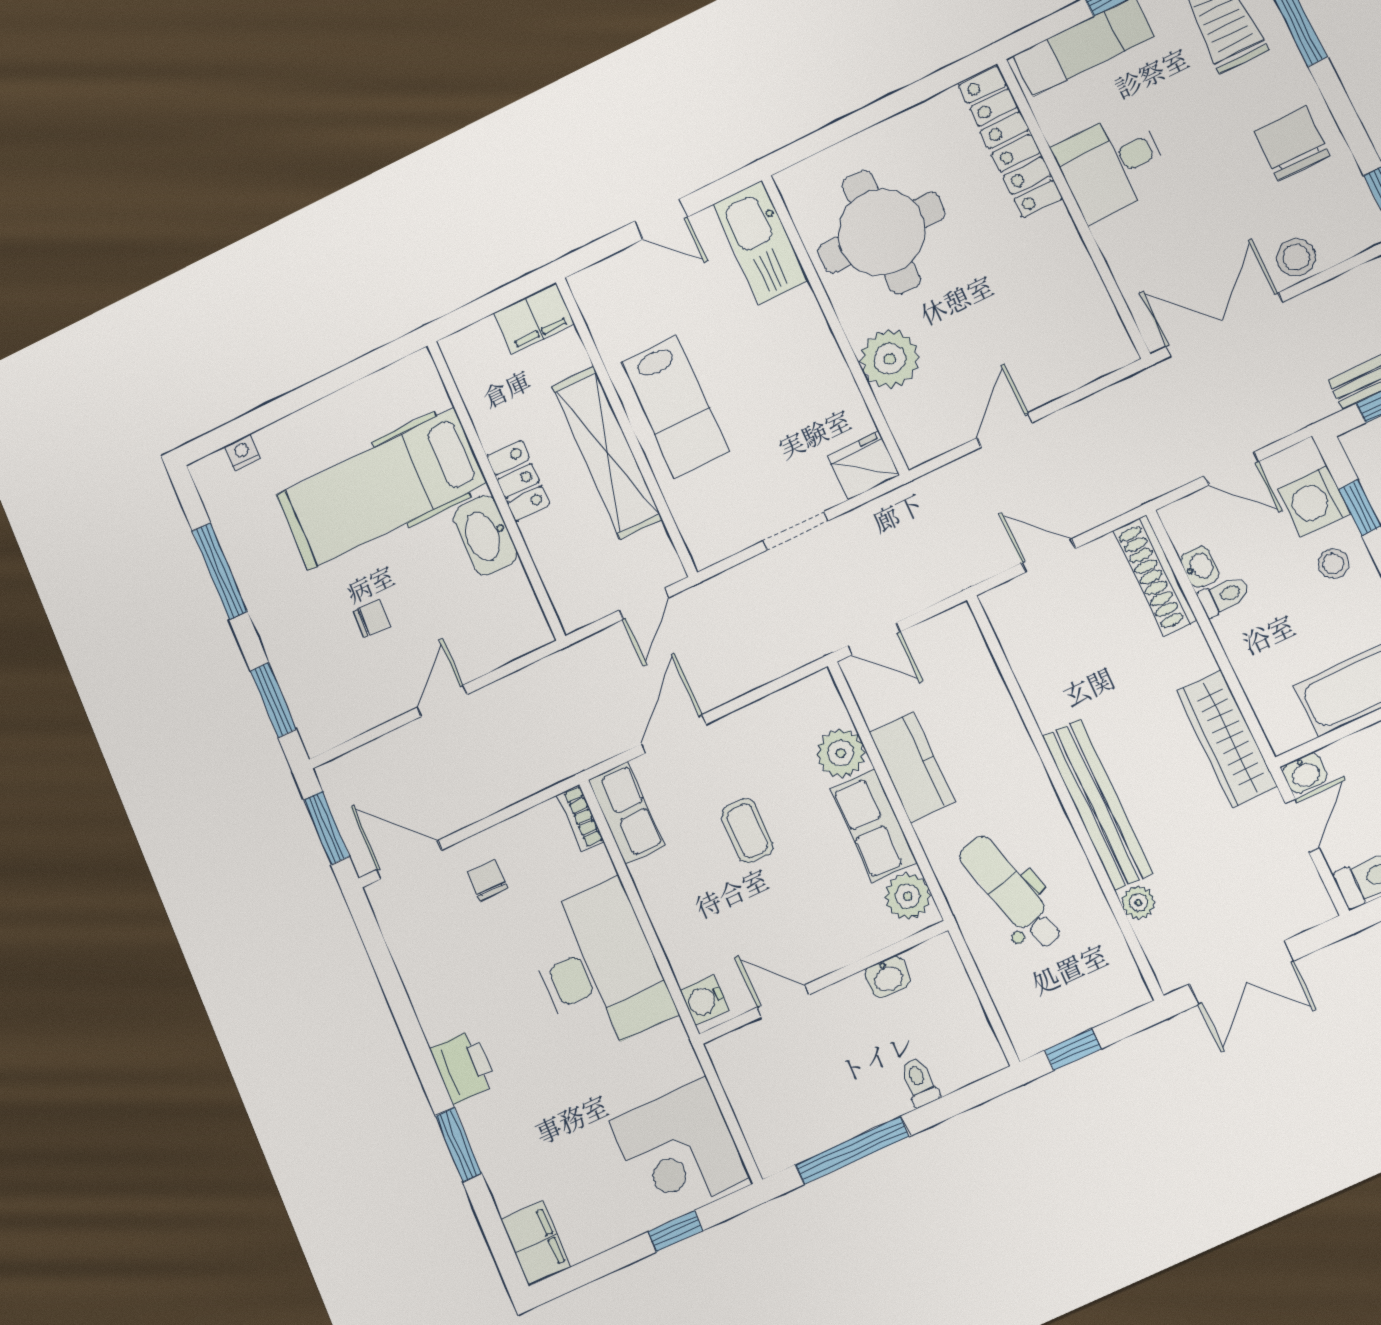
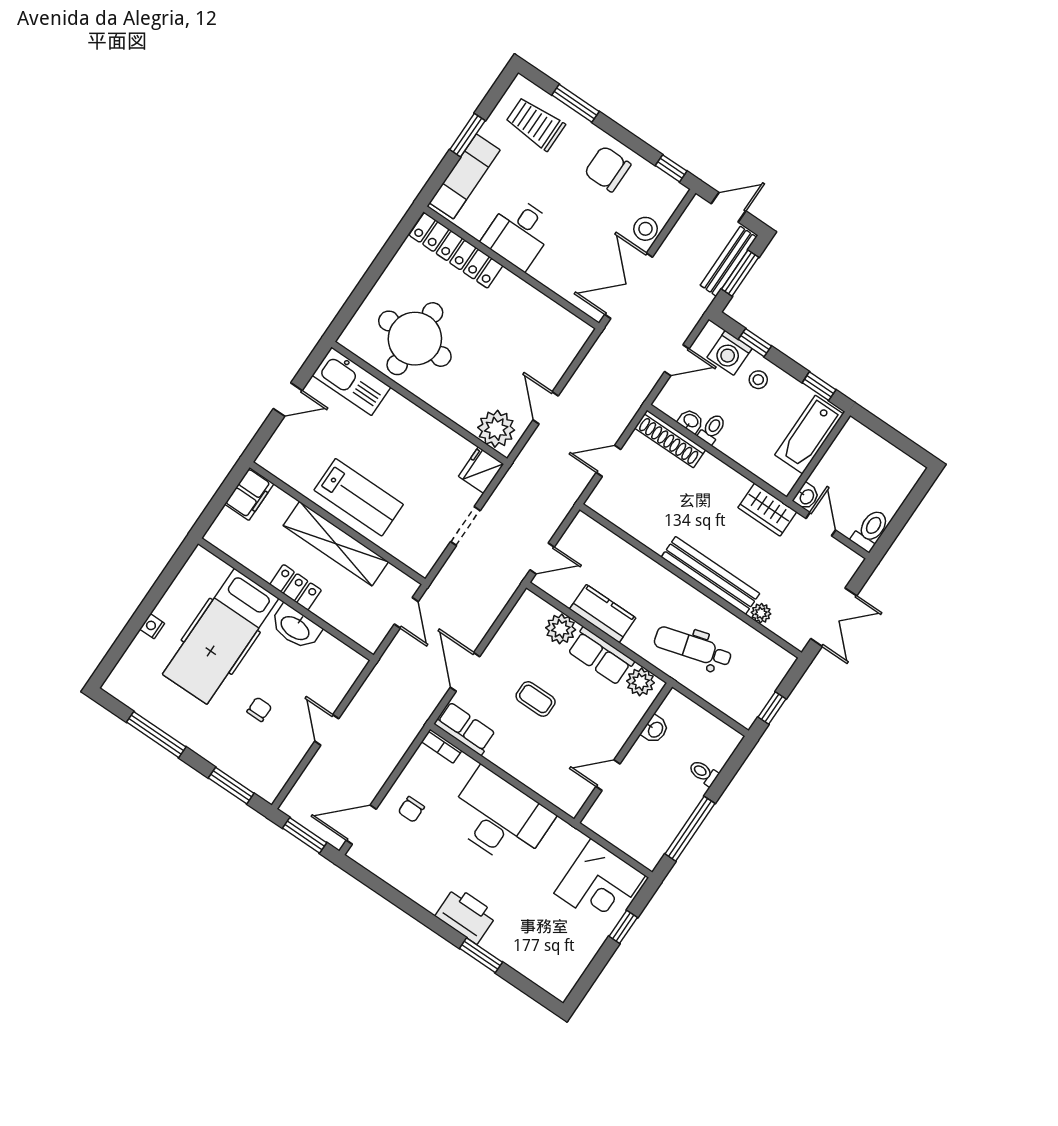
plant: (890, 359) -> (496, 429), moved
nightstand: (242, 452) -> (152, 626), moved
wardrobe: (1227, 739) -> (767, 510), width x0.67
chair: (487, 881) -> (411, 809), turned -90
water cooler: (705, 1000) -> (566, 800), removed
printer: (463, 1067) -> (466, 915), width x1.37, depth x1.19
filing cabinet: (536, 1243) -> (554, 979), removed

